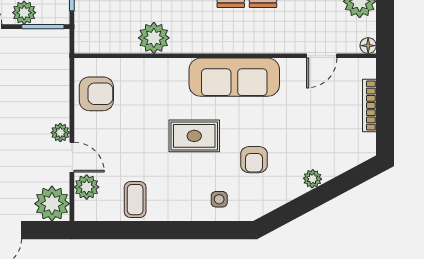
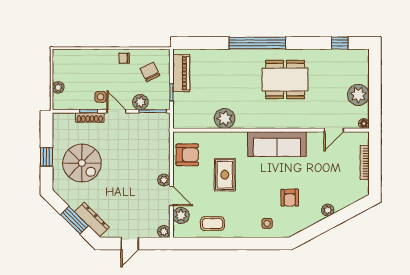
rug: (194, 136) -> (225, 175), moved, turned 90
coffee table: (135, 200) -> (213, 224), turned 90
plant: (52, 204) -> (164, 232), width x0.53, depth x0.53

